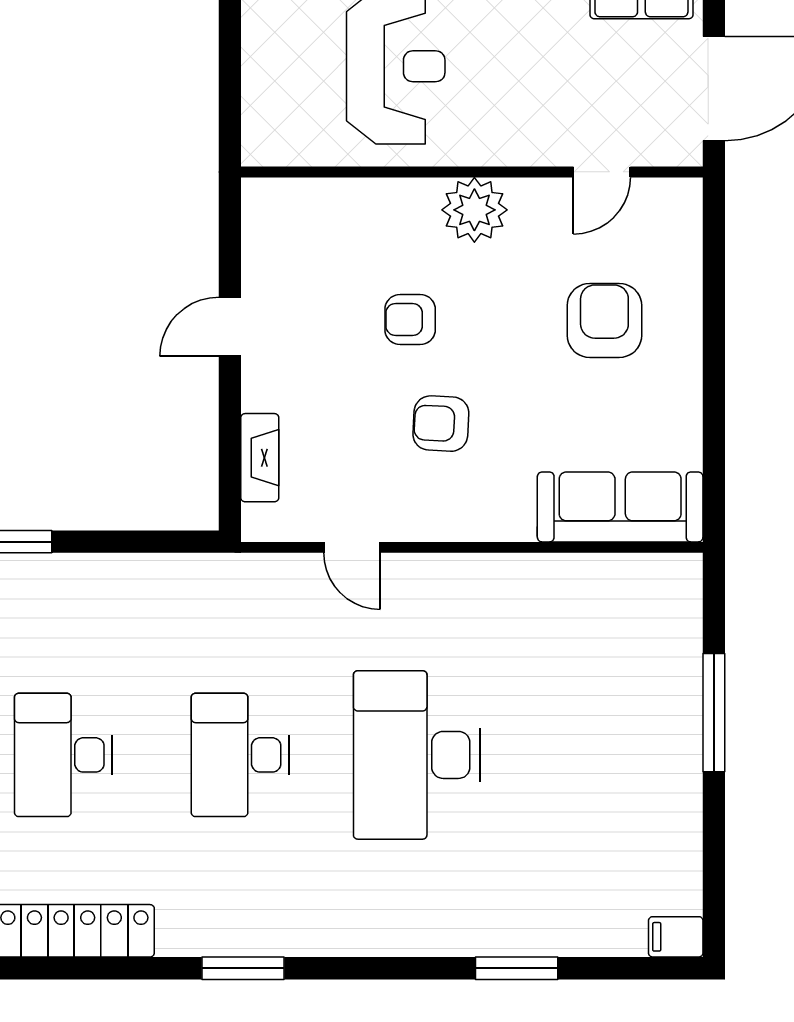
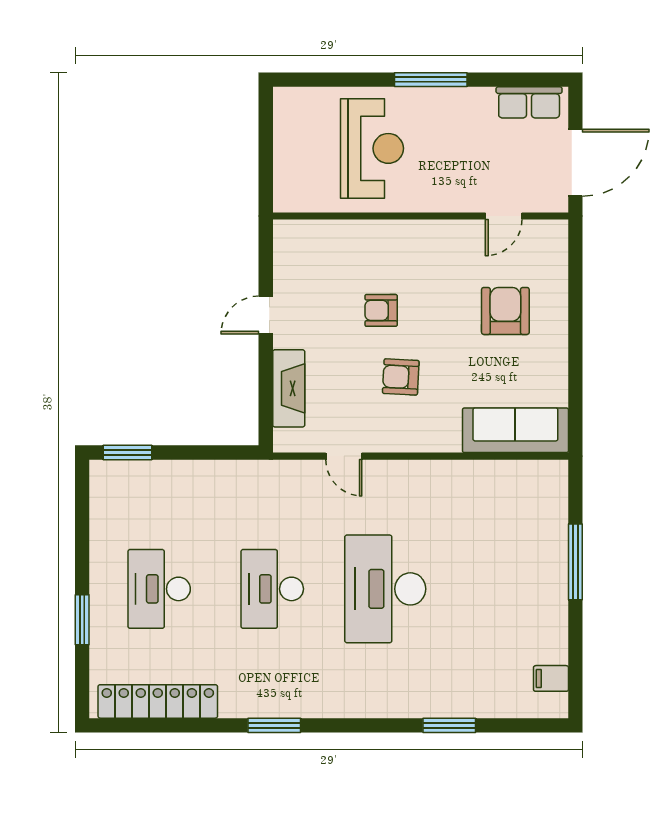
plant: (474, 210) -> (422, 240), removed
fireplace: (260, 458) -> (289, 388), width x1.37, depth x1.32
filing cabinet: (676, 937) -> (551, 678), moved

